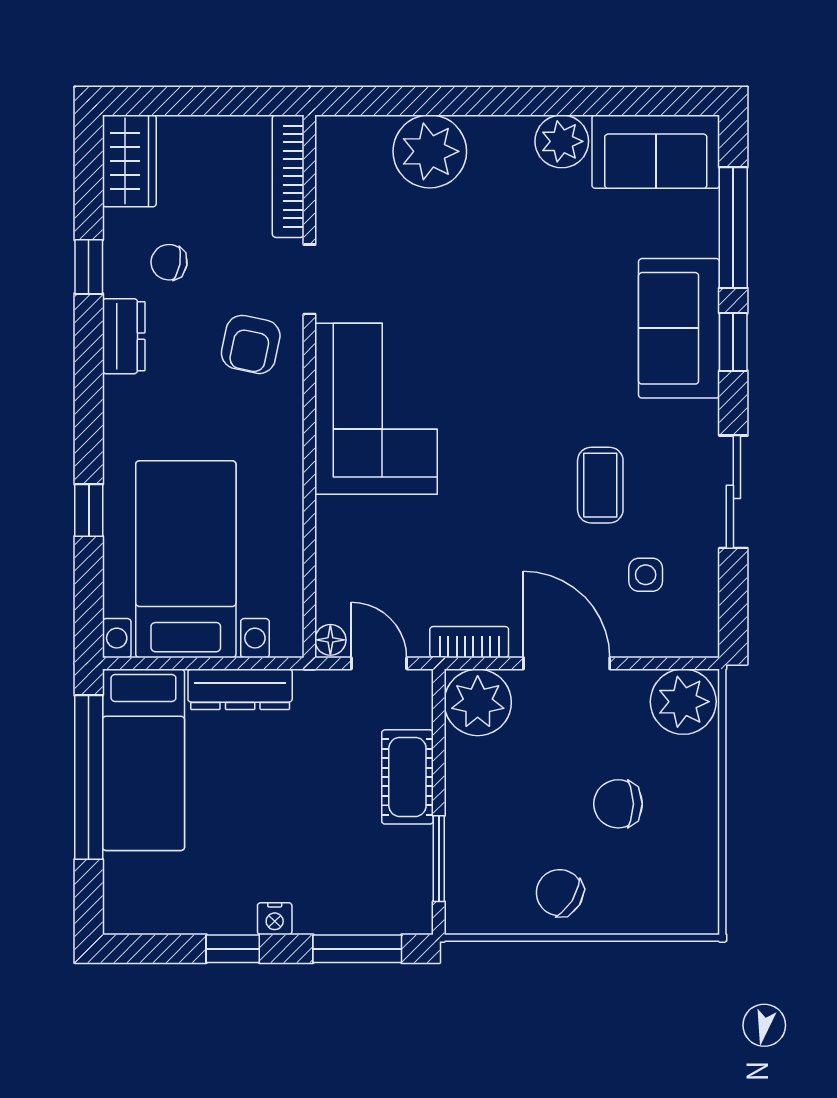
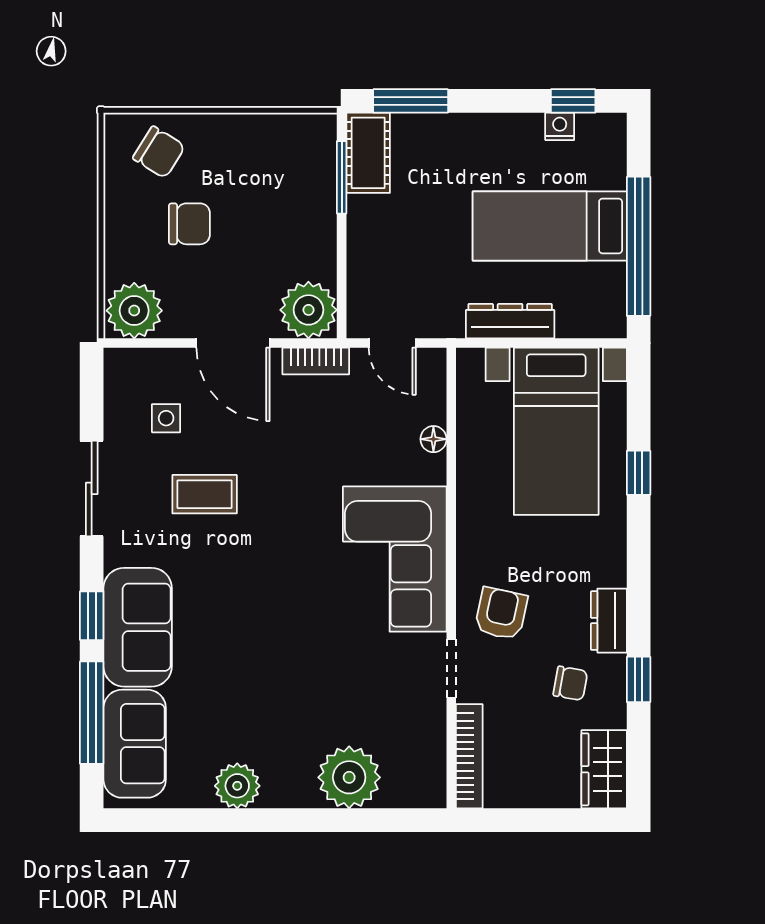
sofa: (656, 152) -> (135, 744), moved, turned 90
coffee table: (600, 485) -> (205, 494), turned 90
floor lamp: (330, 640) -> (433, 439), moved
bed: (143, 760) -> (550, 226), moved, turned -90
cot: (407, 777) -> (368, 153), moved
chair: (560, 893) -> (159, 152), moved
nightstand: (275, 919) -> (560, 126), moved
window: (233, 949) -> (573, 101), moved

